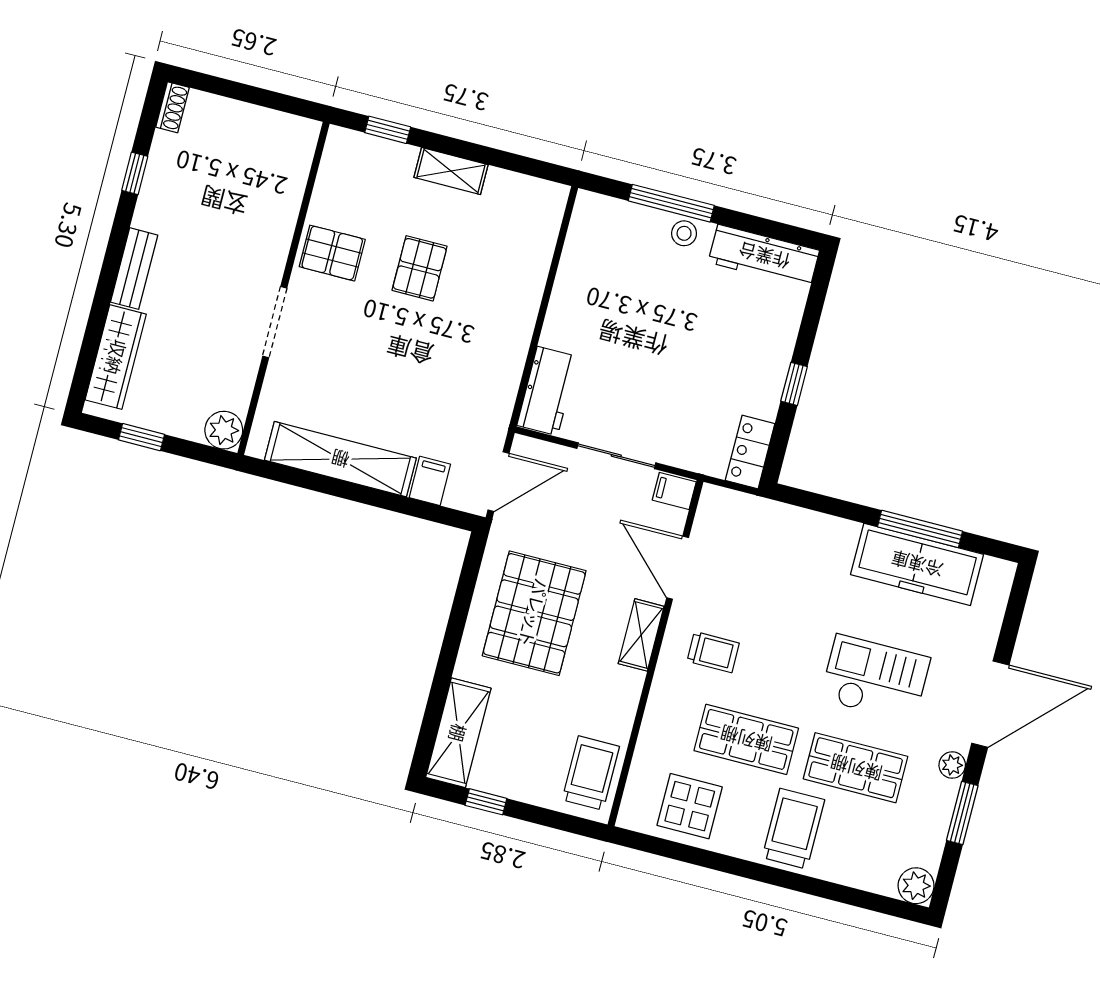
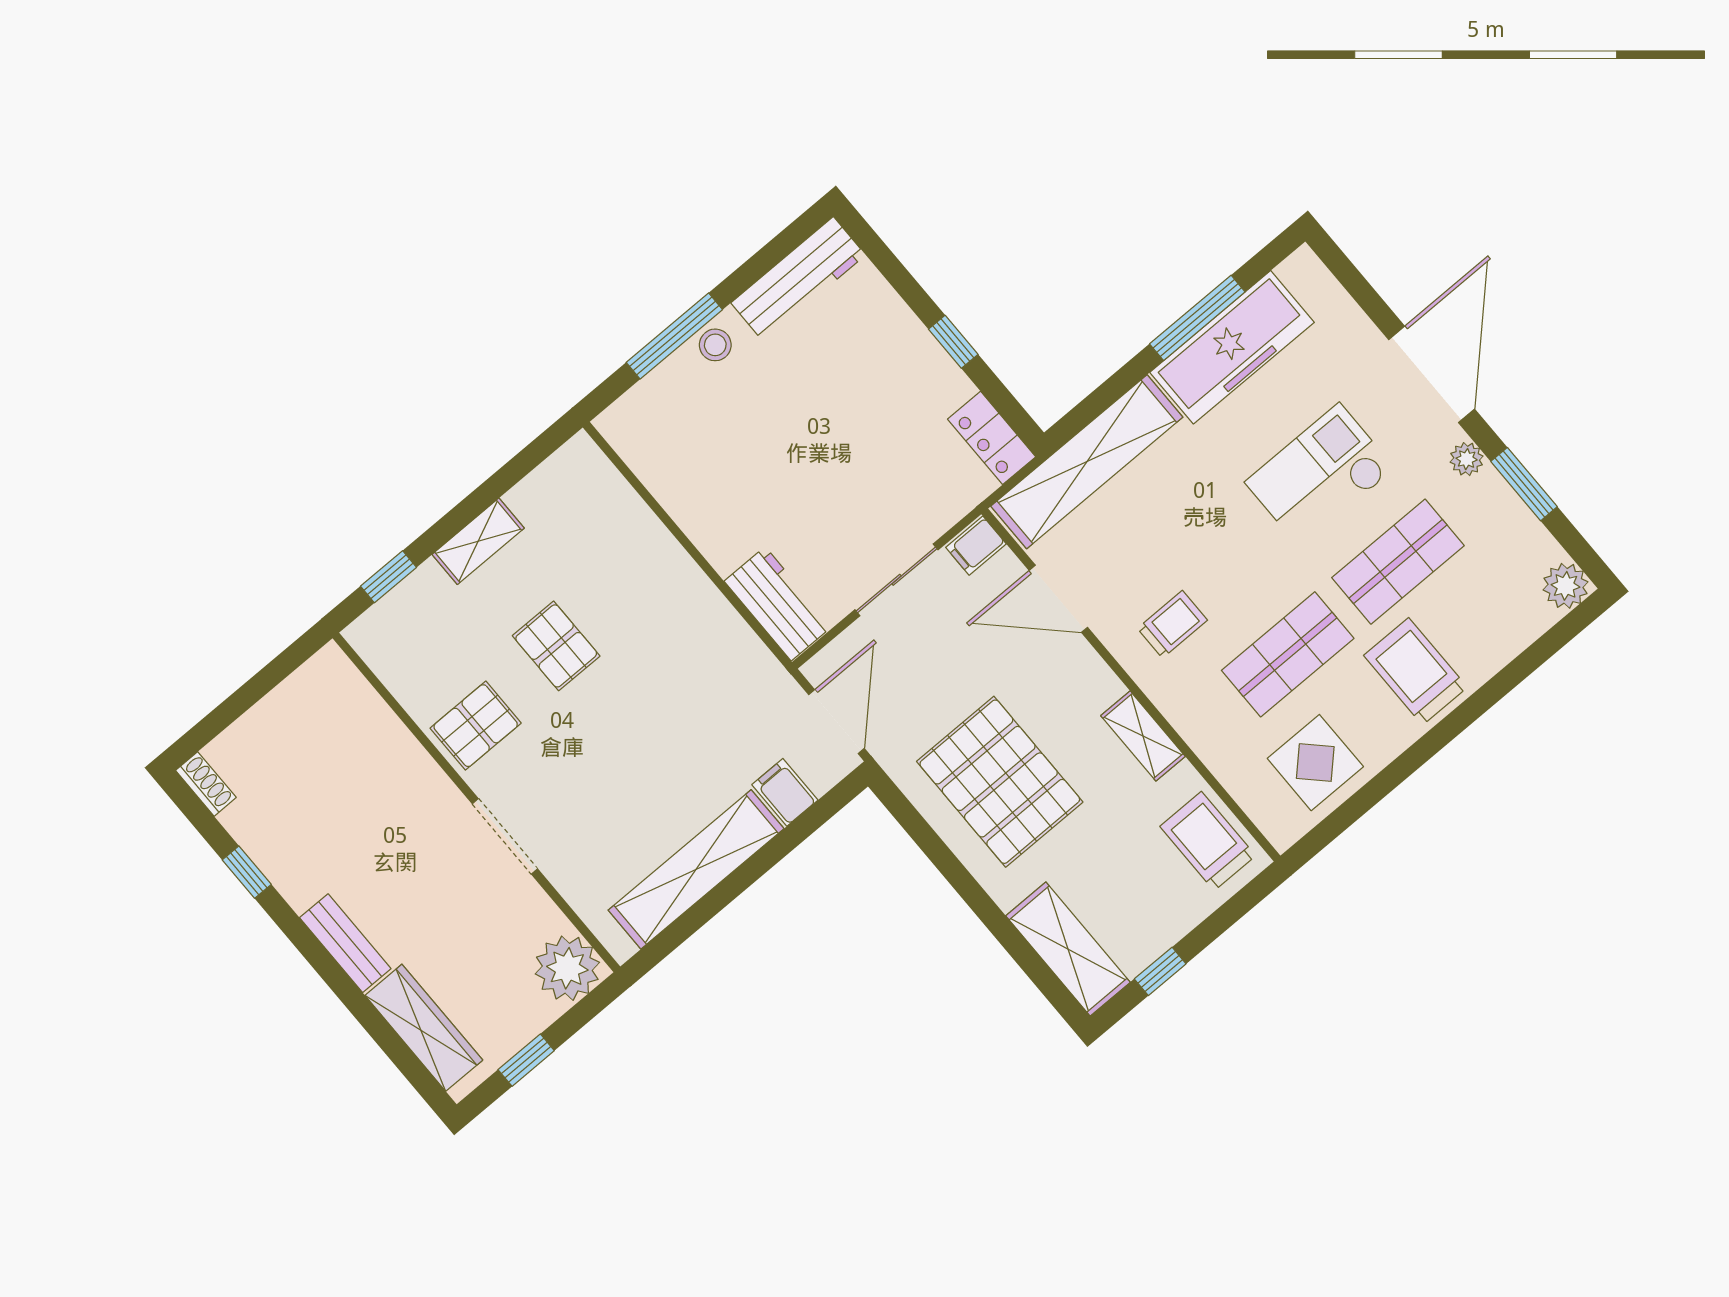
plant: (224, 430) -> (567, 968), width x1.36, depth x1.36
shelving: (778, 524) -> (1087, 462), added
shelving: (641, 635) -> (1143, 736), moved

